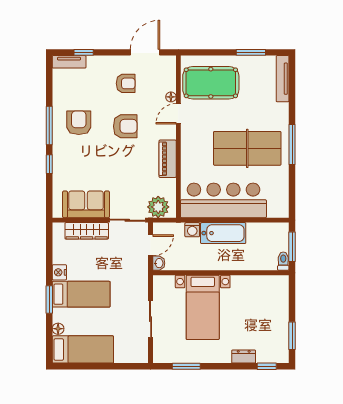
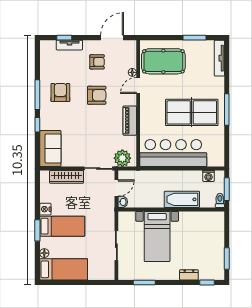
tv unit: (69, 62) -> (69, 45), moved
sofa: (86, 204) -> (50, 148), moved, turned 90
washing machine: (192, 230) -> (209, 176), moved
bathtub: (223, 233) -> (182, 199), moved, turned 180

